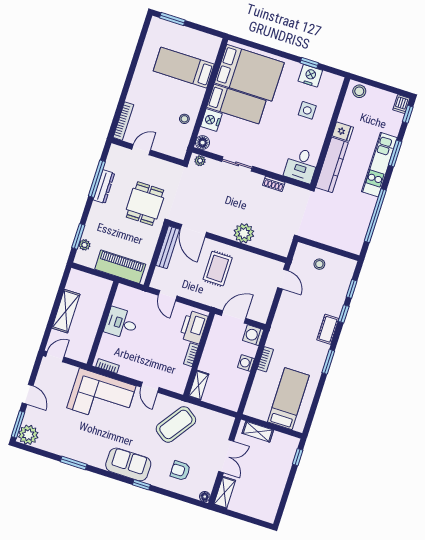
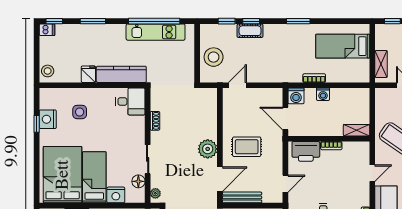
floor lamp: (203, 143) -> (138, 181), moved
kitchen unit: (379, 165) -> (156, 32), moved
plant: (244, 233) -> (208, 149), moved
stool: (319, 264) -> (214, 57), width x1.89, depth x1.89
cot: (328, 329) -> (250, 31), moved

